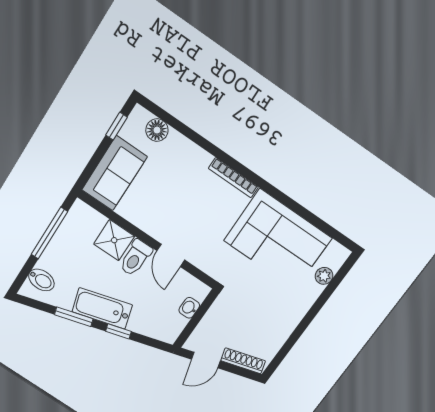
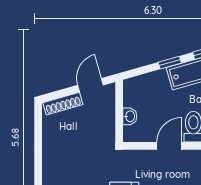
door: (171, 255) -> (169, 146), hinge flipped

